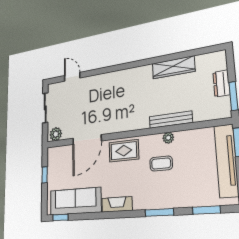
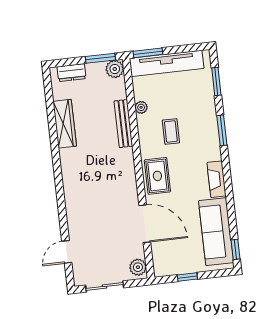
dresser: (221, 84) -> (72, 73), moved
plant: (222, 110) -> (115, 69), added
plant: (168, 138) -> (141, 107), moved

